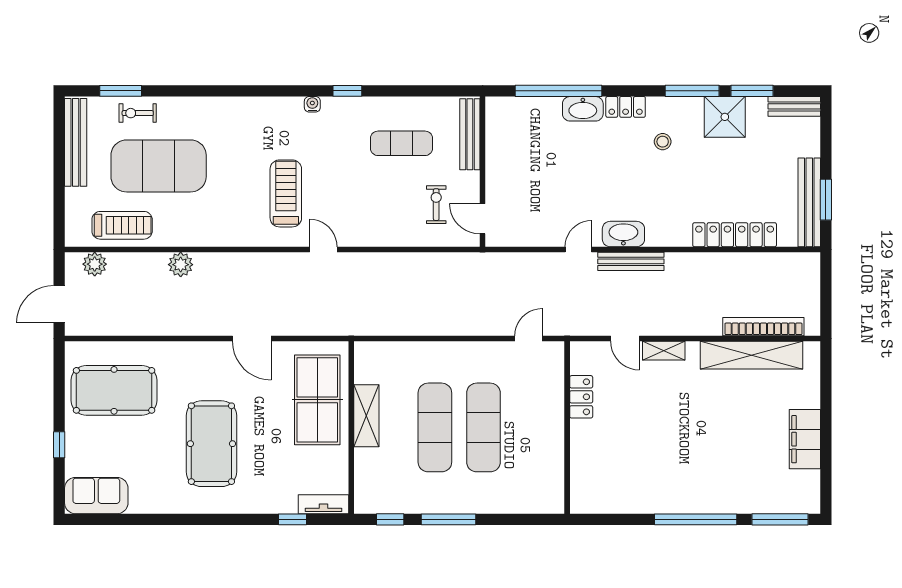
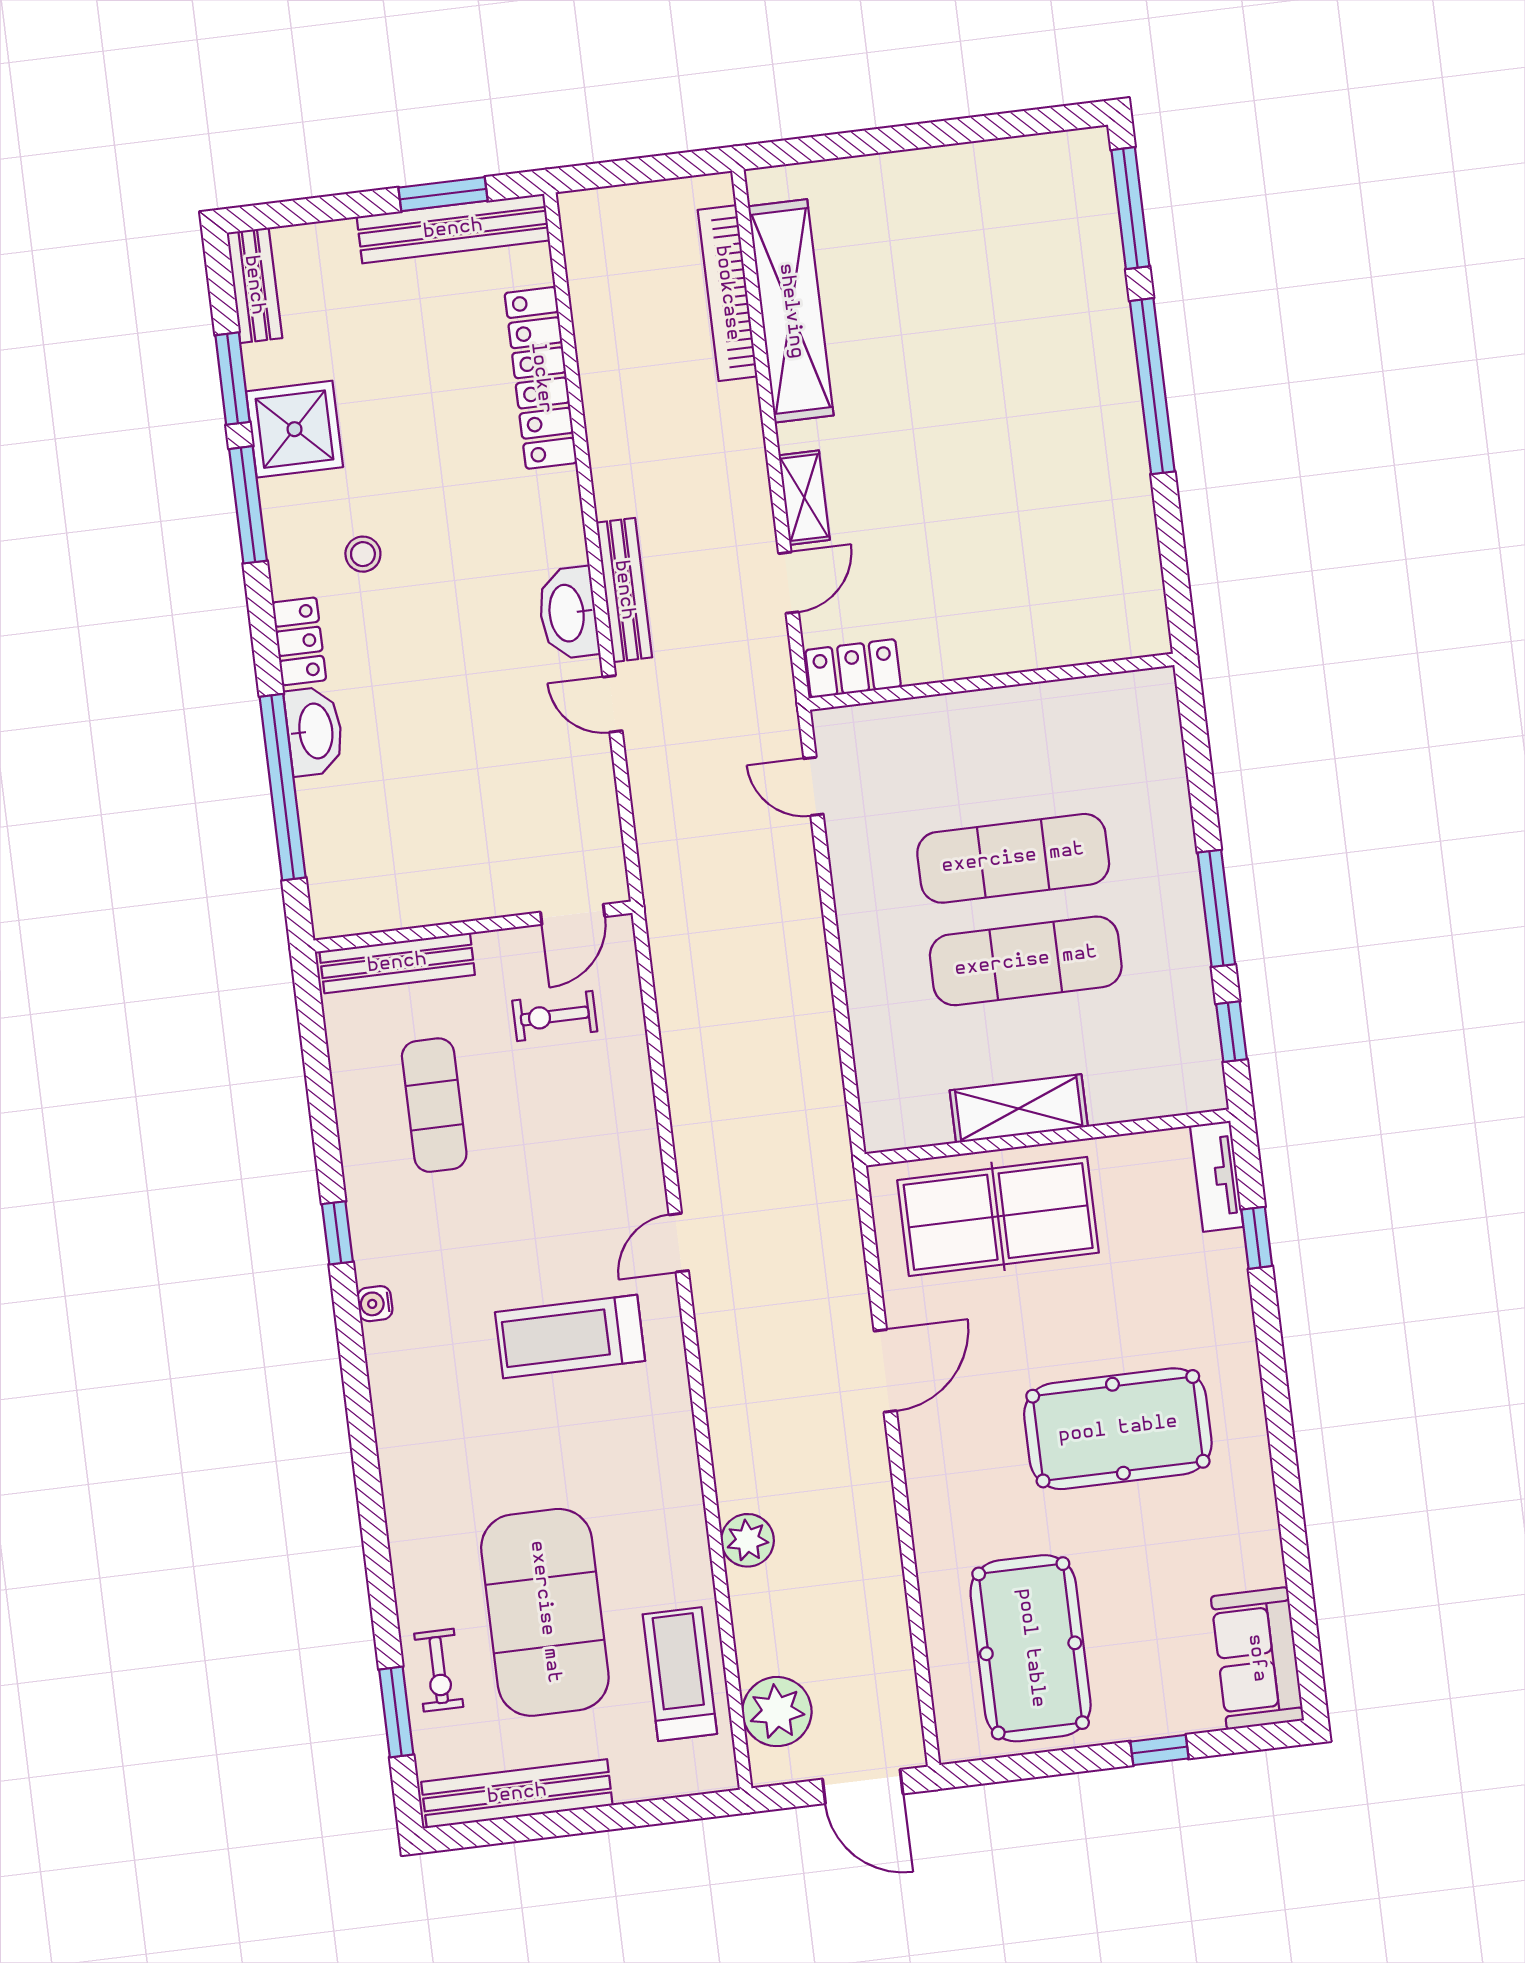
plant: (95, 264) -> (777, 1712), width x1.36, depth x1.36
locker: (581, 397) -> (853, 669), moved
filing cabinet: (805, 439) -> (955, 176), removed

